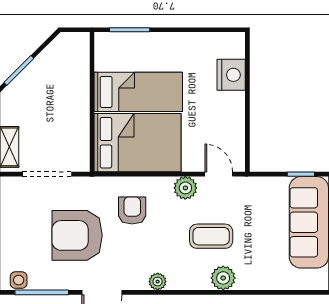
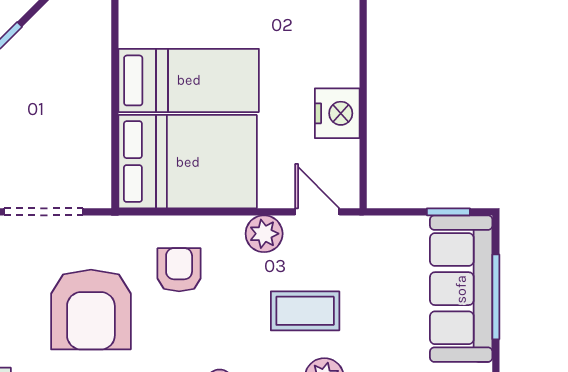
nightstand: (231, 75) -> (337, 113), moved
armchair: (77, 235) -> (91, 310), turned -90

